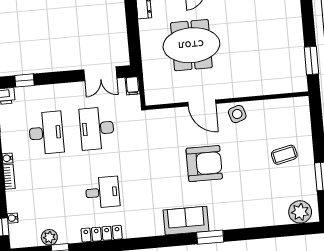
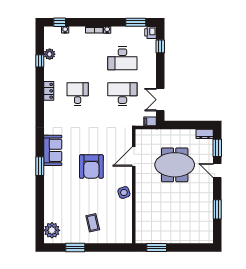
meeting table: (191, 45) -> (175, 165), turned 90
door: (202, 103) -> (134, 156), moved
desk: (102, 192) -> (78, 94), turned 180
locker: (102, 234) -> (49, 91), width x0.66

